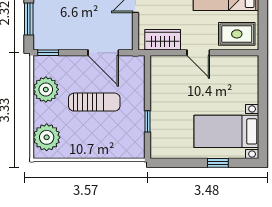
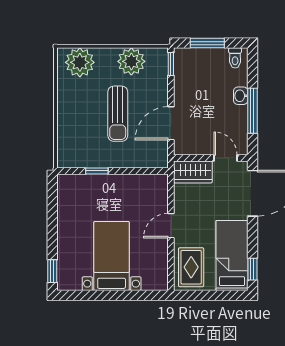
wardrobe: (163, 40) -> (193, 172), moved, turned 90
bed with nightstands: (226, 131) -> (112, 256), moved
window: (218, 163) -> (52, 271), moved

